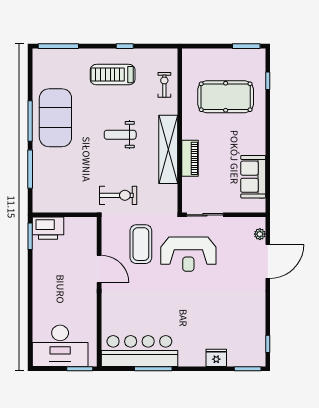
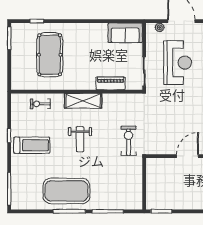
treadmill: (113, 75) -> (32, 145), turned -90
shelving: (168, 149) -> (83, 101), width x0.68
piano: (190, 158) -> (111, 83), moved
sofa: (253, 177) -> (125, 33), moved
printer: (48, 228) -> (155, 197), removed
coffee table: (141, 244) -> (168, 123), removed
reception desk: (188, 254) -> (178, 63), moved

